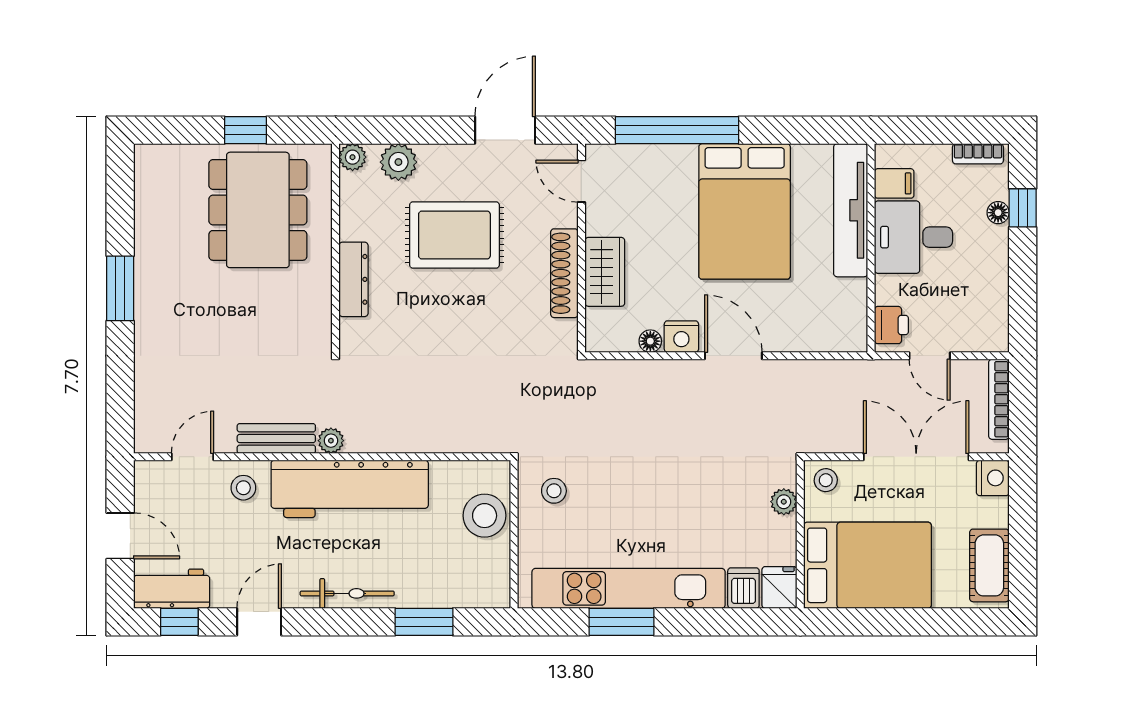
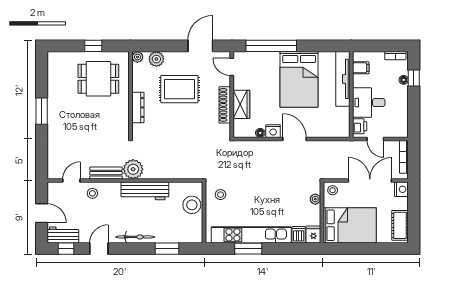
dining table: (258, 210) -> (98, 79), width x0.73
desk: (913, 237) -> (369, 103), moved
plant: (331, 441) -> (133, 169), width x1.88, depth x1.88
workbench: (350, 489) -> (145, 191), width x0.73, depth x0.76

